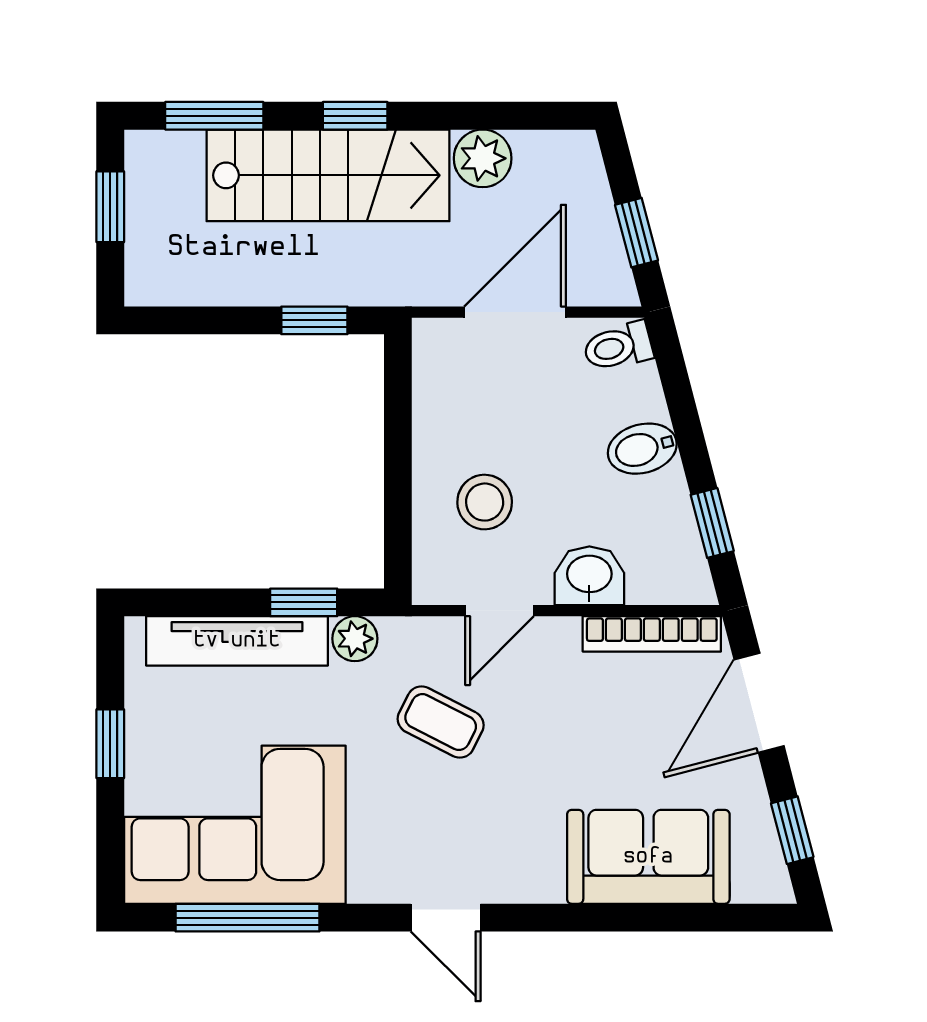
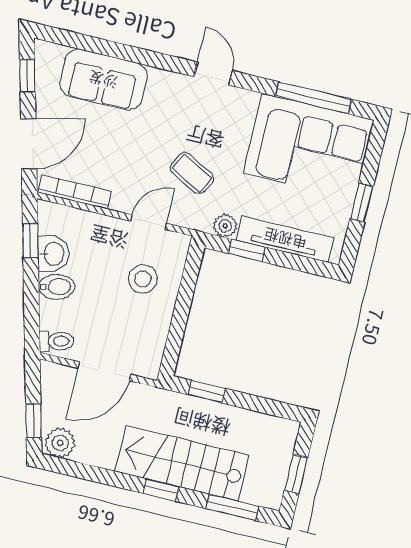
plant: (483, 158) -> (60, 443), moved
window: (636, 233) -> (34, 421), moved
washbasin: (589, 576) -> (53, 254), moved, turned -105

